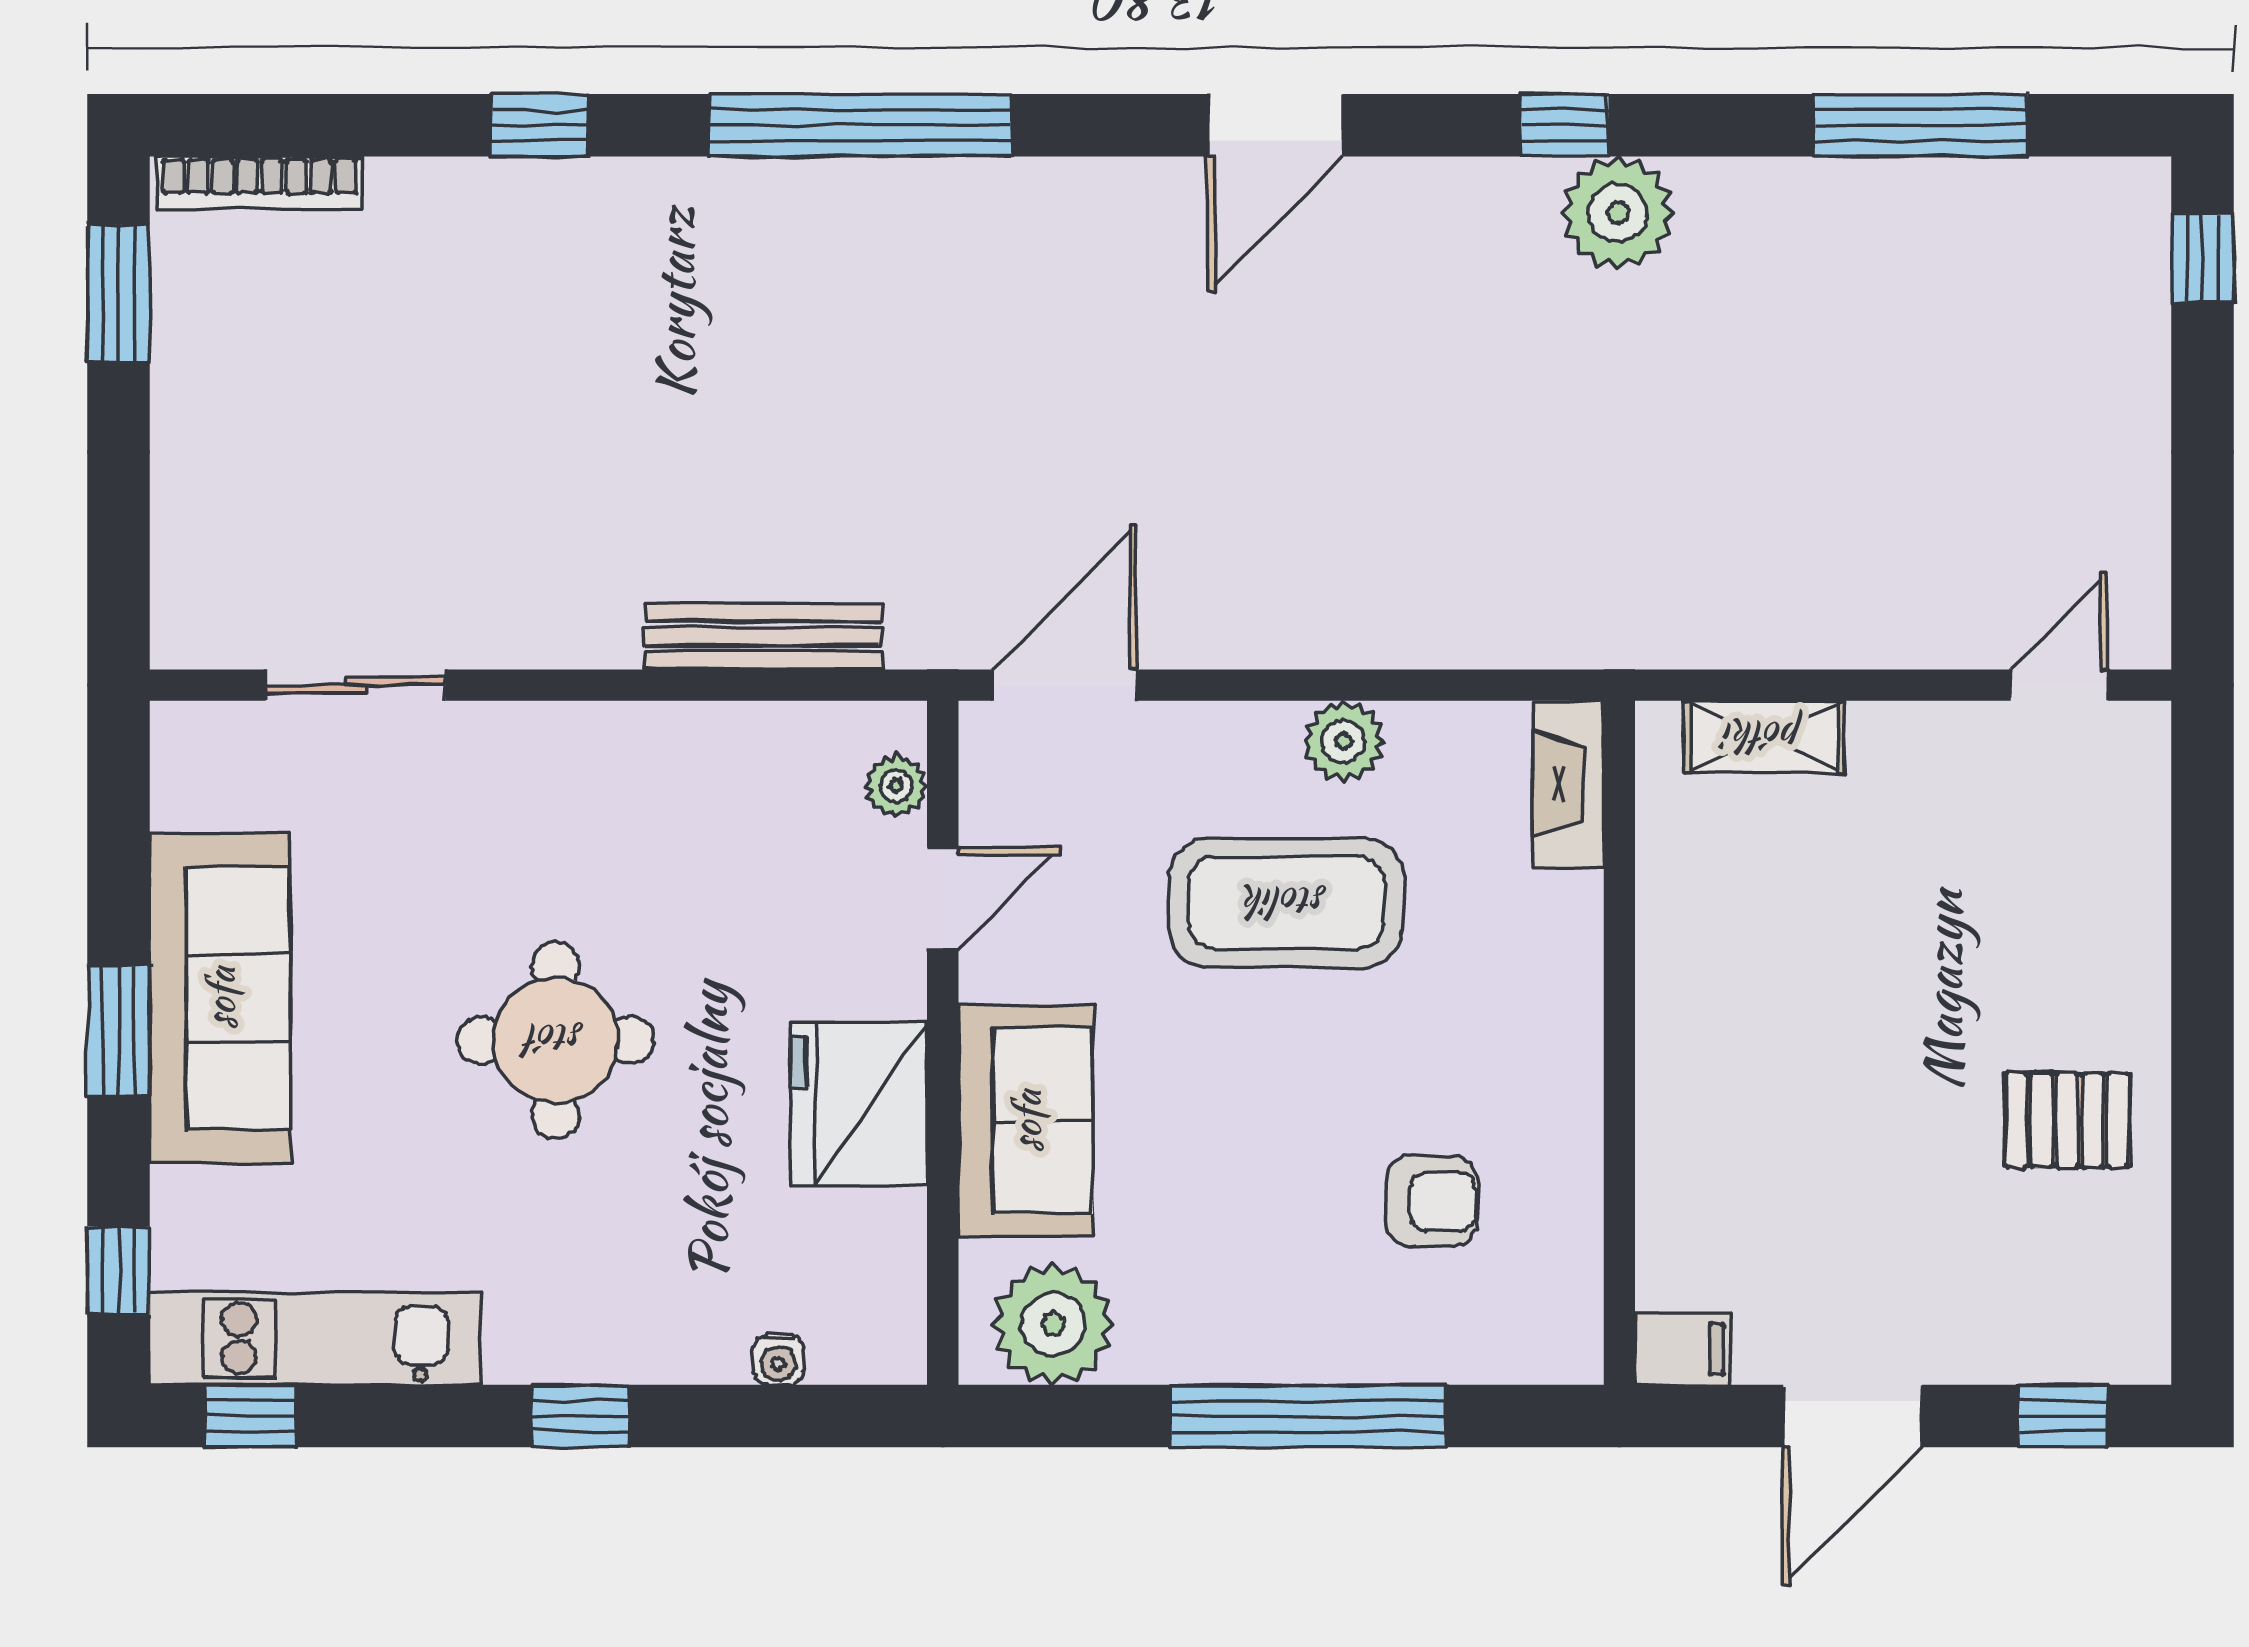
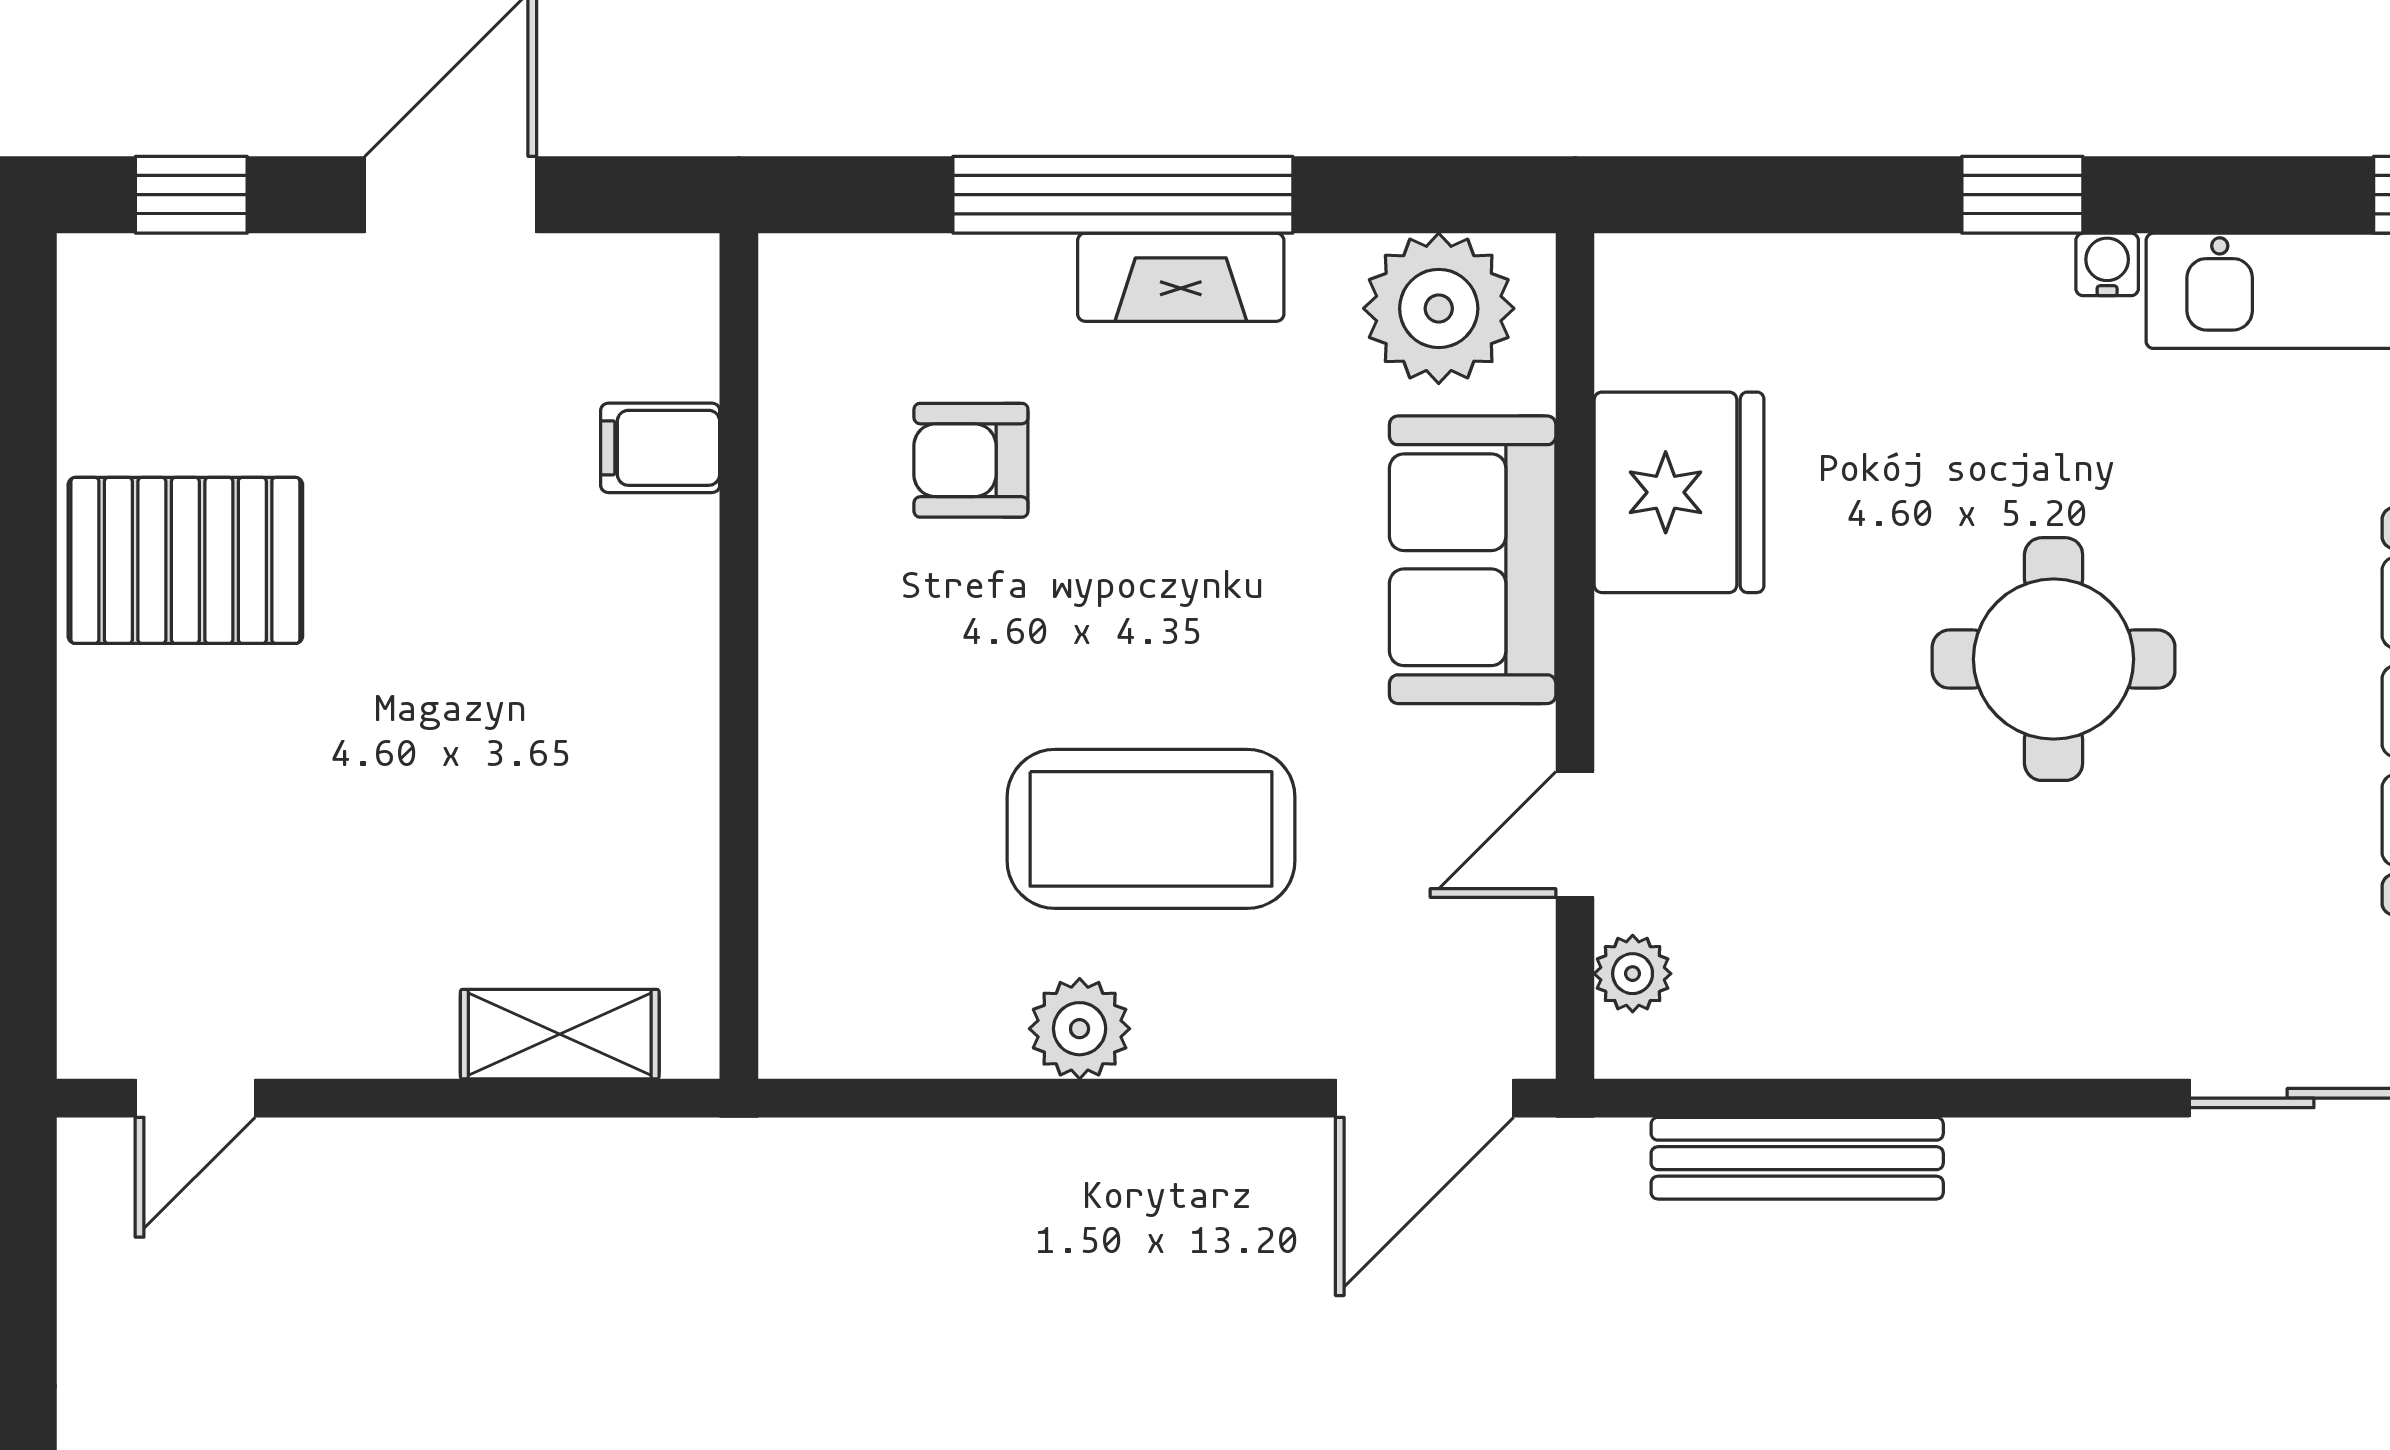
fireplace: (1568, 784) -> (1181, 277), moved, turned 90
fridge: (859, 1104) -> (1679, 492), moved
pallet: (2067, 1120) -> (185, 560), width x1.50, depth x1.42
filing cabinet: (1683, 1349) -> (660, 448), moved
water cooler: (779, 1360) -> (2107, 264), moved

